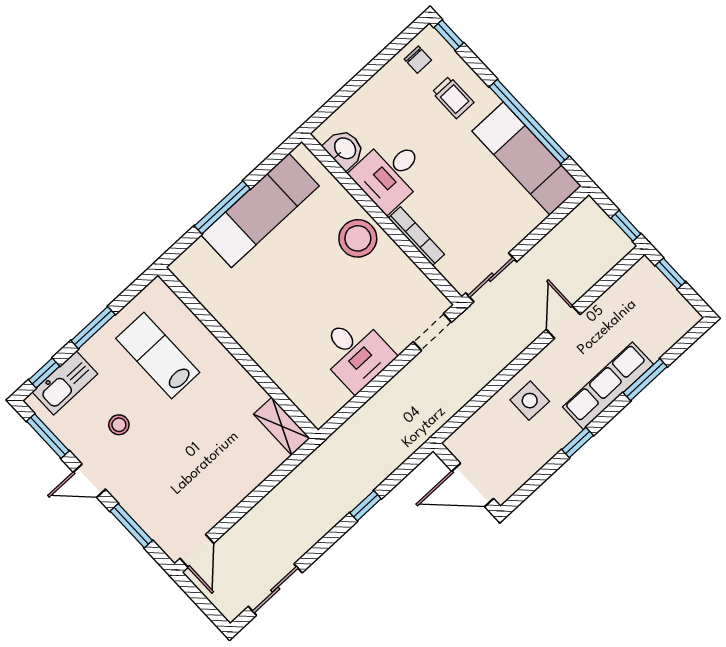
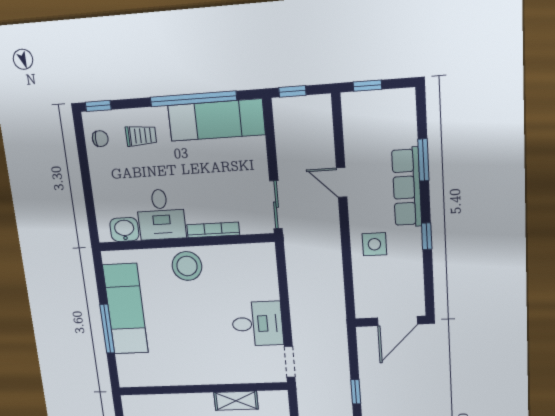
window: (626, 226) -> (292, 91), moved
doorway: (432, 332) -> (290, 362), moved
shelving: (282, 426) -> (236, 401), moved

